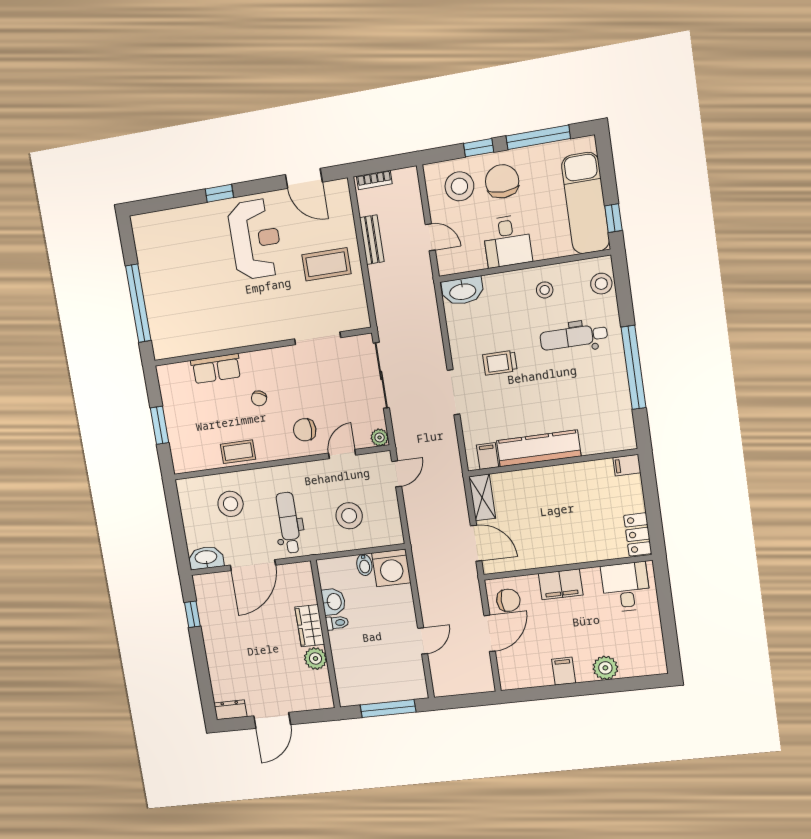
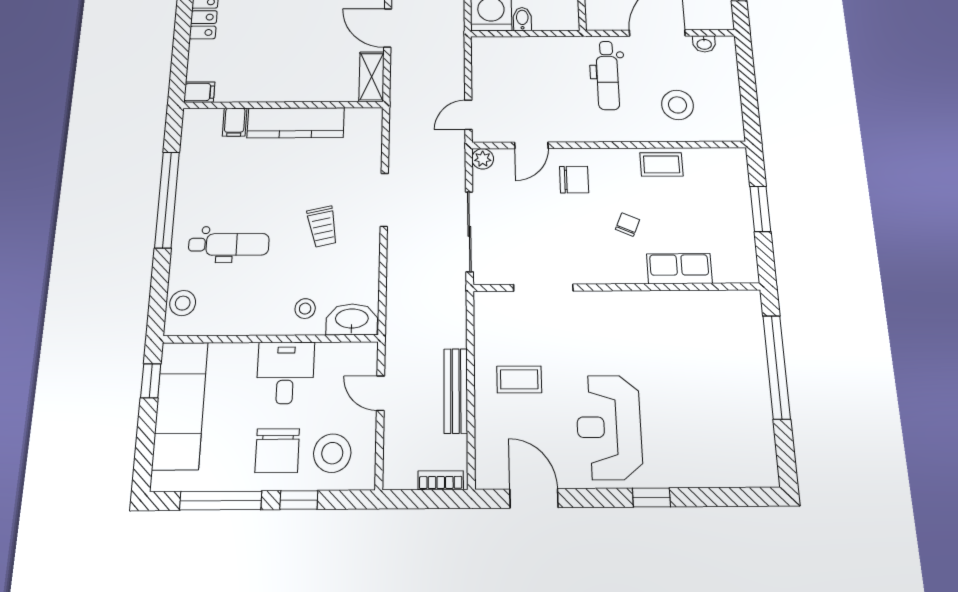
bench: (372, 240) -> (456, 391), width x1.36
coffee table: (326, 264) -> (519, 379), width x0.73, depth x0.77
stool: (545, 290) -> (305, 309), moved
trolley: (500, 363) -> (322, 226), turned 78
filing cabinet: (487, 456) -> (235, 122), moved
stool: (349, 516) -> (533, 75), removed
washbasin: (206, 558) -> (704, 44), width x0.52, depth x0.69

